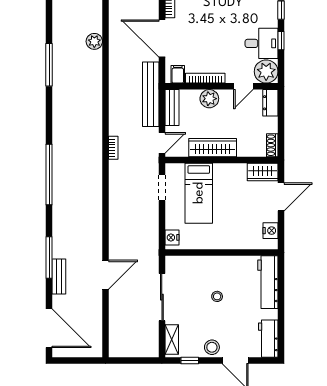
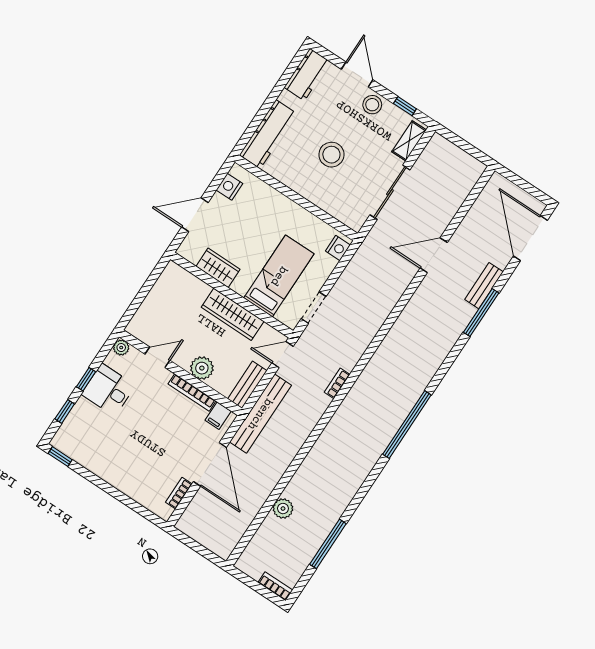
window: (49, 65) -> (328, 544), moved
plant: (266, 72) -> (121, 348), width x0.53, depth x0.53
dresser: (270, 103) -> (140, 321), removed
shoe rack: (272, 145) -> (168, 275), removed
wardrobe: (263, 172) -> (218, 268), moved
window: (49, 175) -> (407, 425), moved
stool: (217, 296) -> (331, 155), width x1.89, depth x1.89

